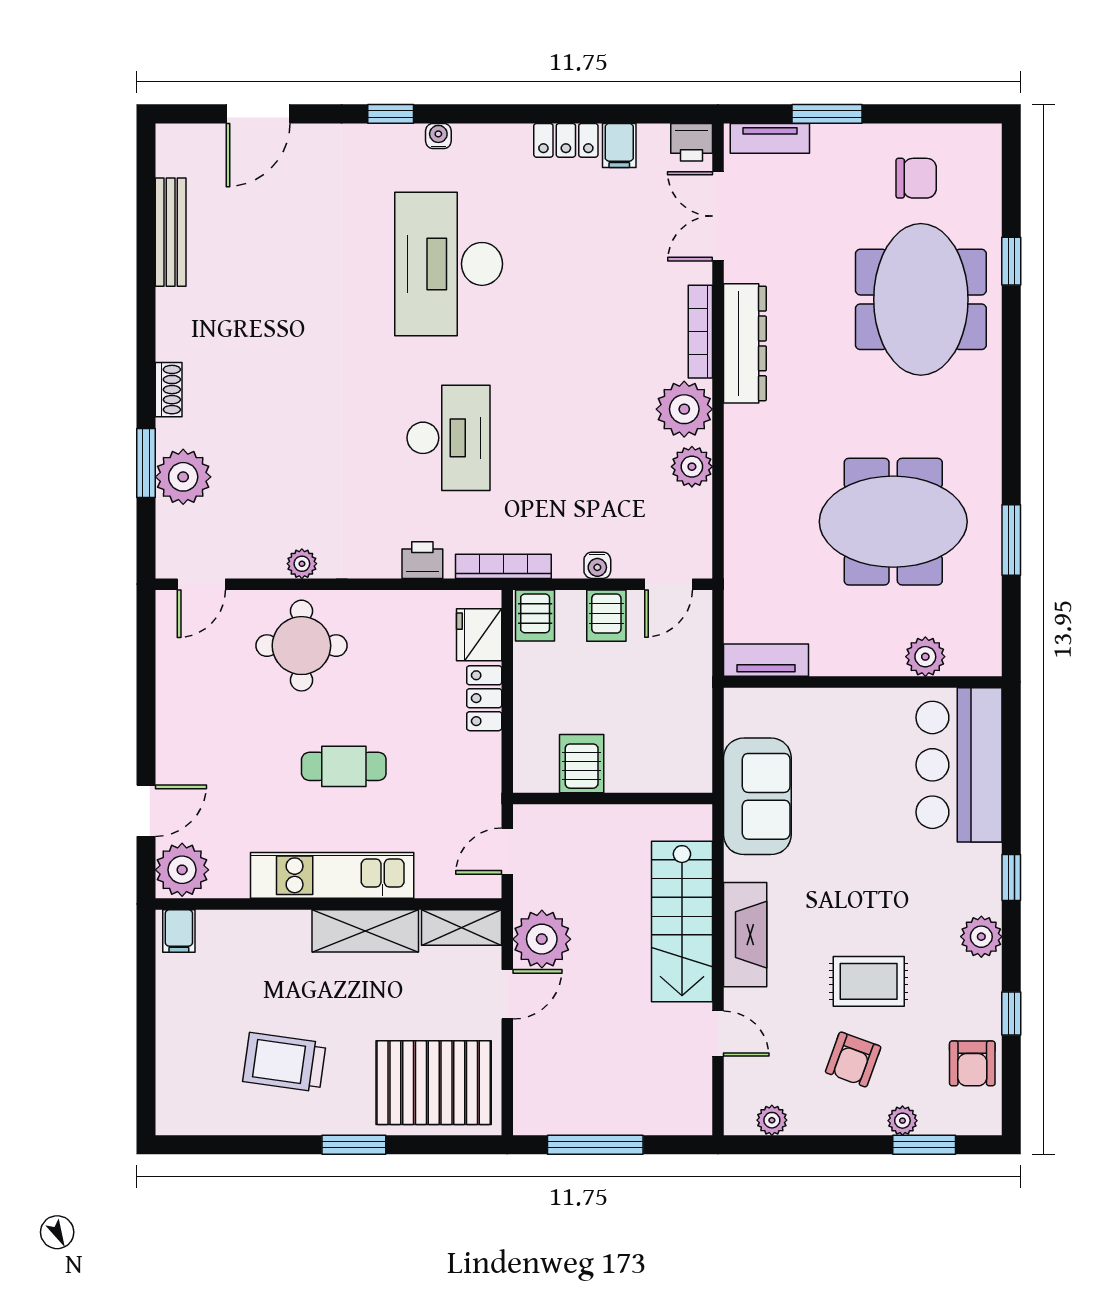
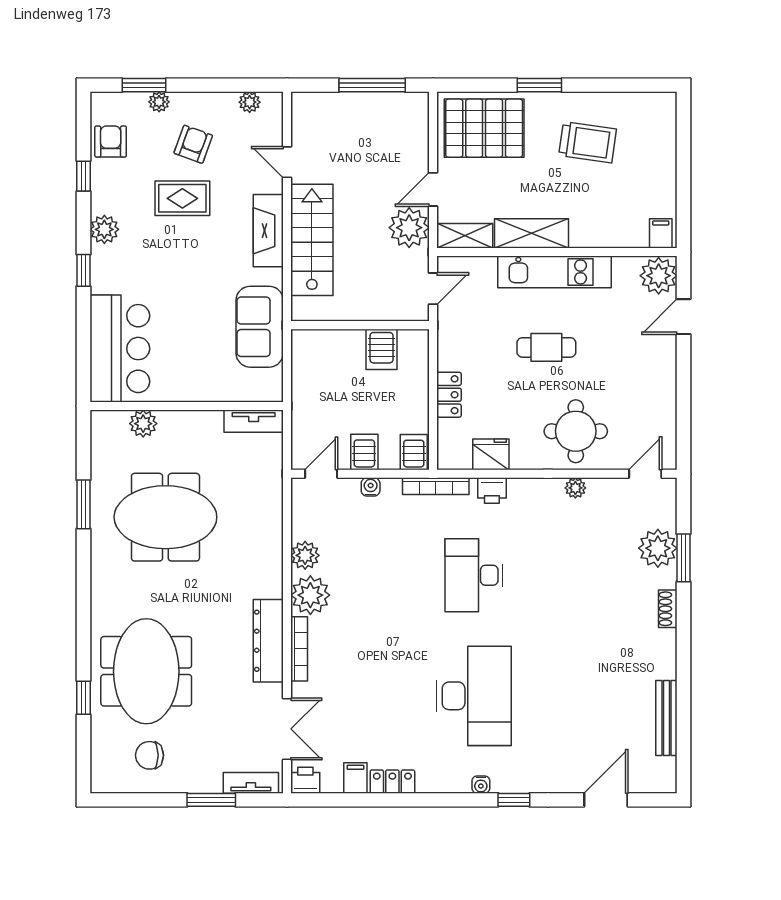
fridge: (479, 635) -> (491, 454), moved, turned -90

